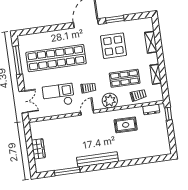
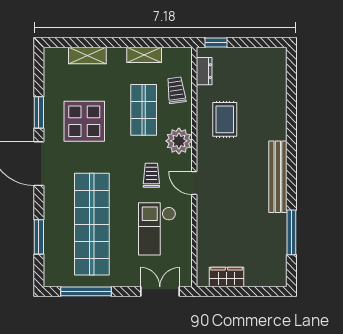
window: (45, 29) -> (39, 237), added
wardrobe: (38, 149) -> (227, 277), moved

